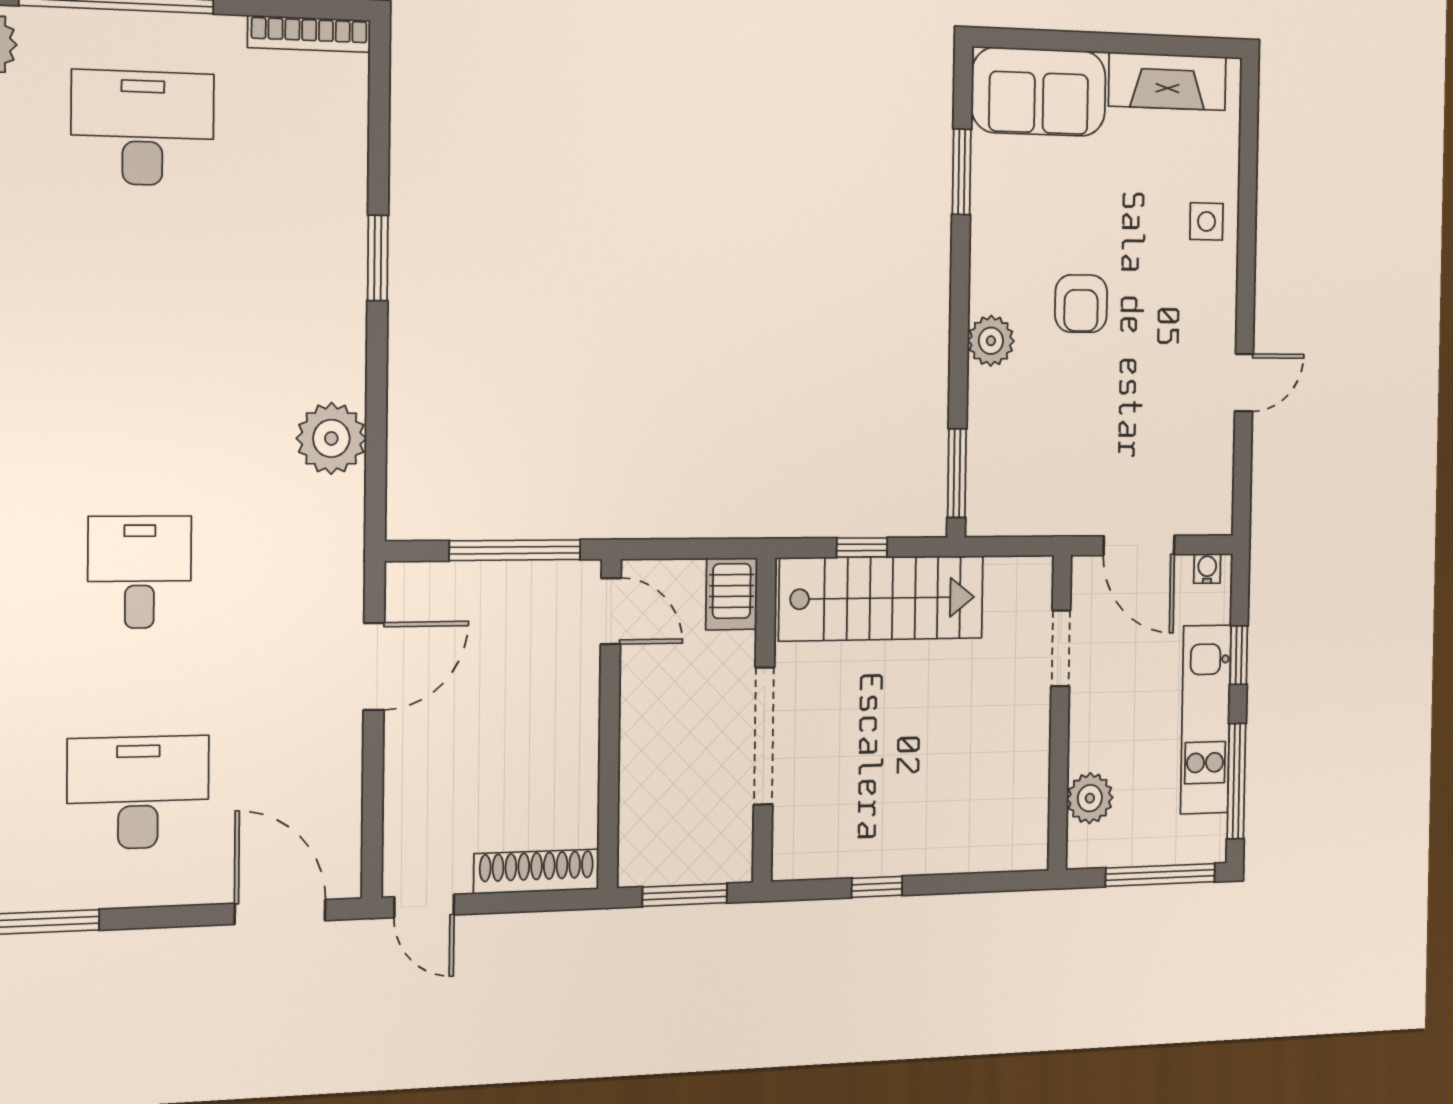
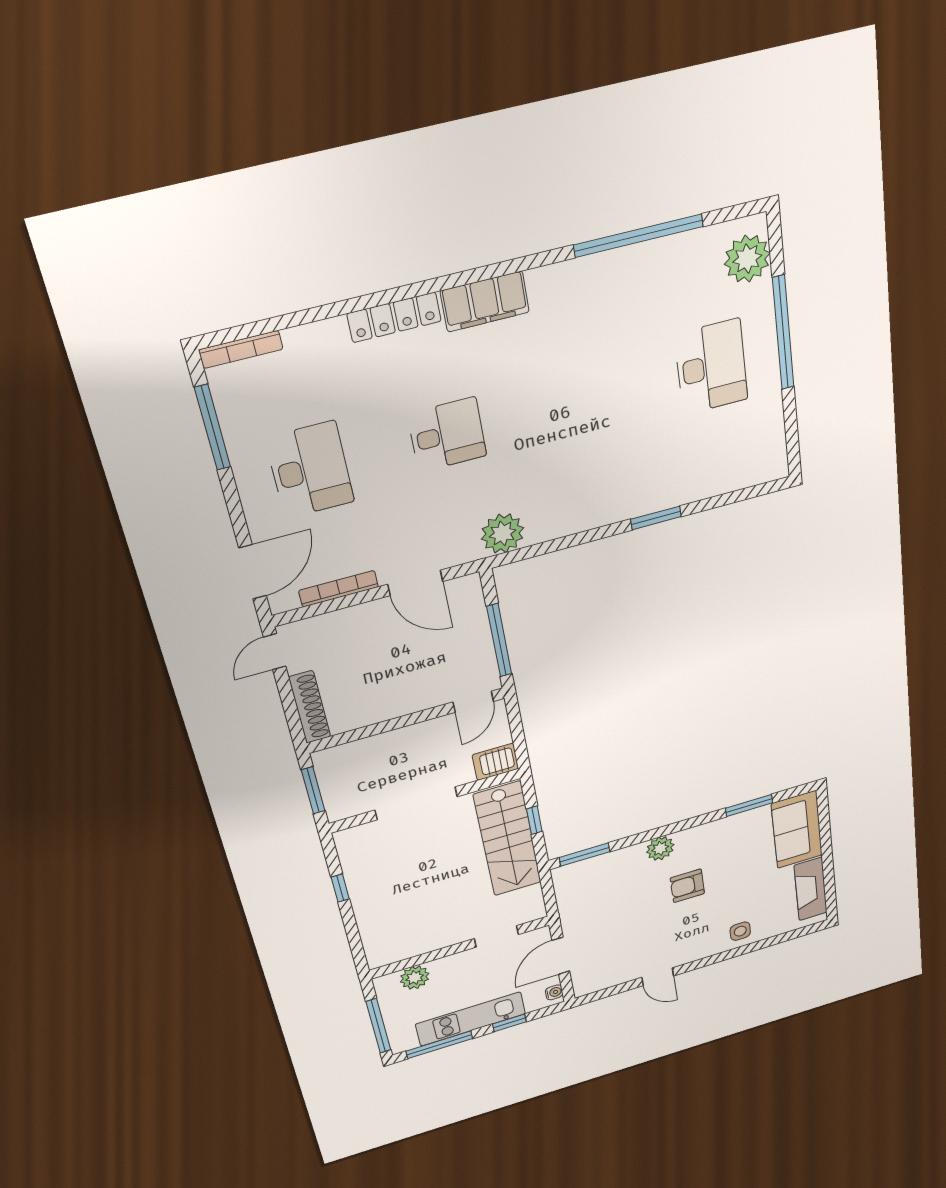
bookcase: (309, 34) -> (339, 589), moved, turned 90
plant: (331, 438) -> (502, 533), moved

